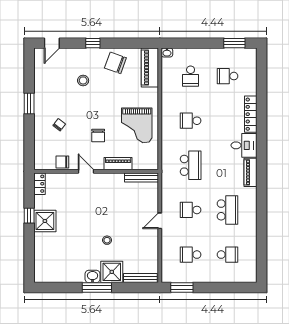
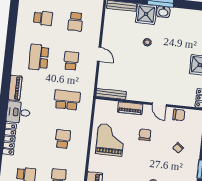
school desk: (191, 121) -> (63, 139), turned -90
school desk: (191, 165) -> (67, 100), turned 90
school desk: (191, 210) -> (71, 61), turned -90
door: (160, 221) -> (99, 54), hinge flipped
school desk: (191, 255) -> (75, 22), turned 90
school desk: (227, 255) -> (43, 18), turned 180

